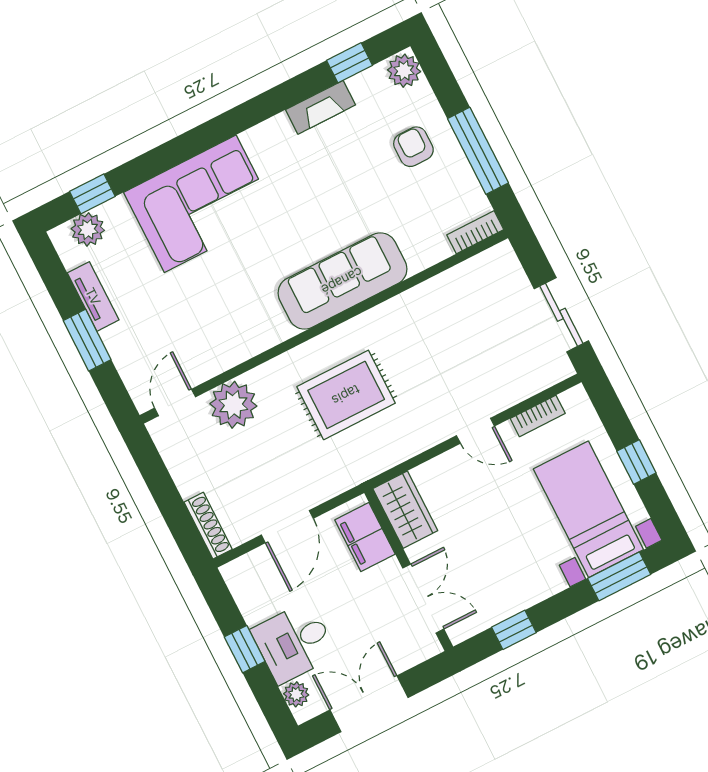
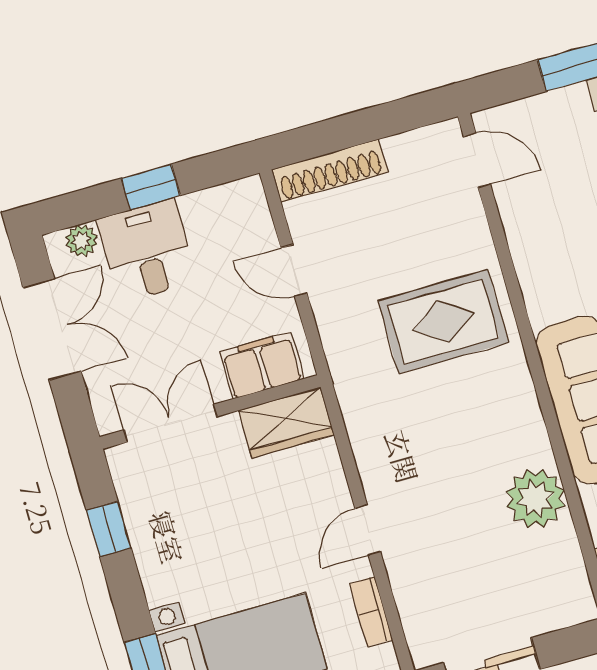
rug: (346, 395) -> (443, 322), moved, turned 90
plant: (233, 405) -> (535, 499), moved
shoe rack: (208, 526) -> (330, 171), width x1.36, depth x1.24
door: (287, 527) -> (294, 271), width x0.73
double door: (423, 599) -> (170, 423), swing flipped

